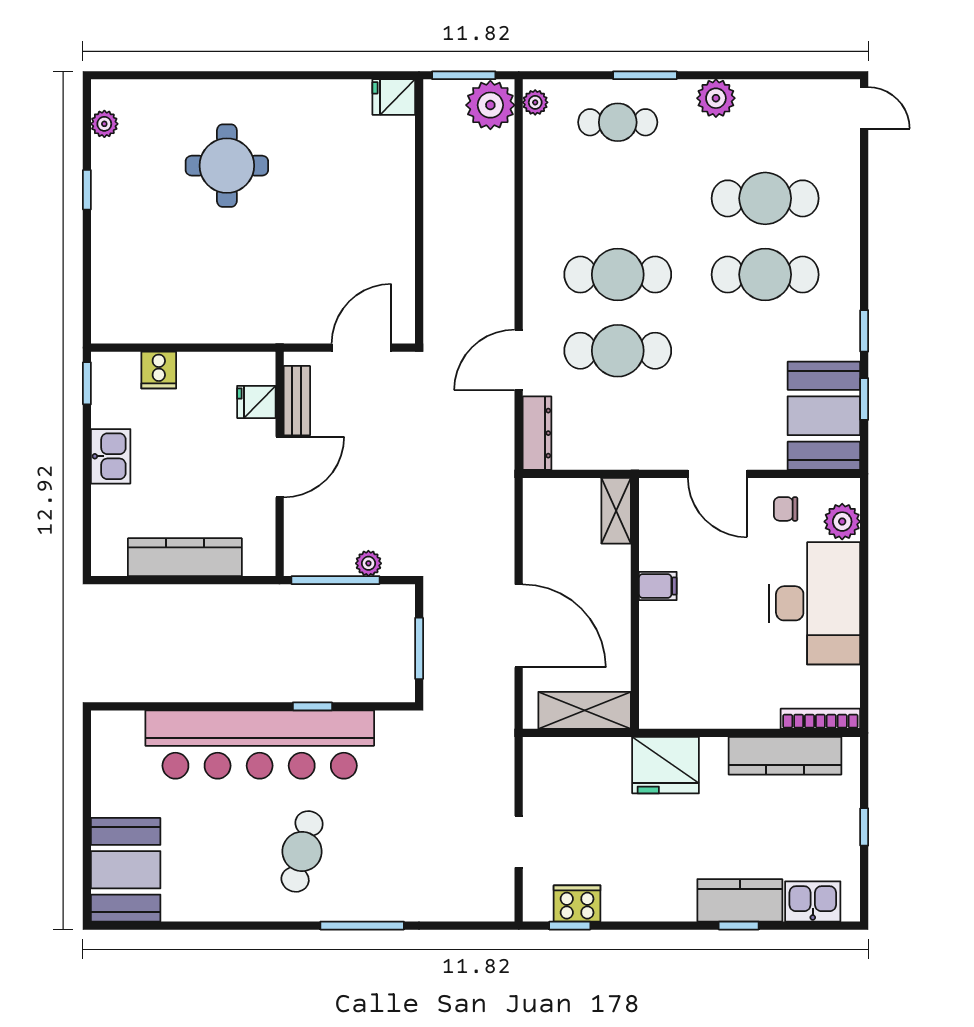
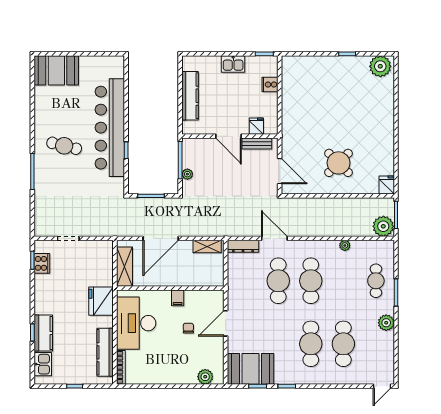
plant: (535, 102) -> (345, 245), moved
plant: (104, 124) -> (380, 66), width x1.88, depth x1.88
round table: (227, 166) -> (339, 163), moved, turned 45
chair: (786, 509) -> (188, 328), moved
shelving: (616, 511) -> (207, 246), moved
desk: (814, 603) -> (136, 323), moved, turned 90

